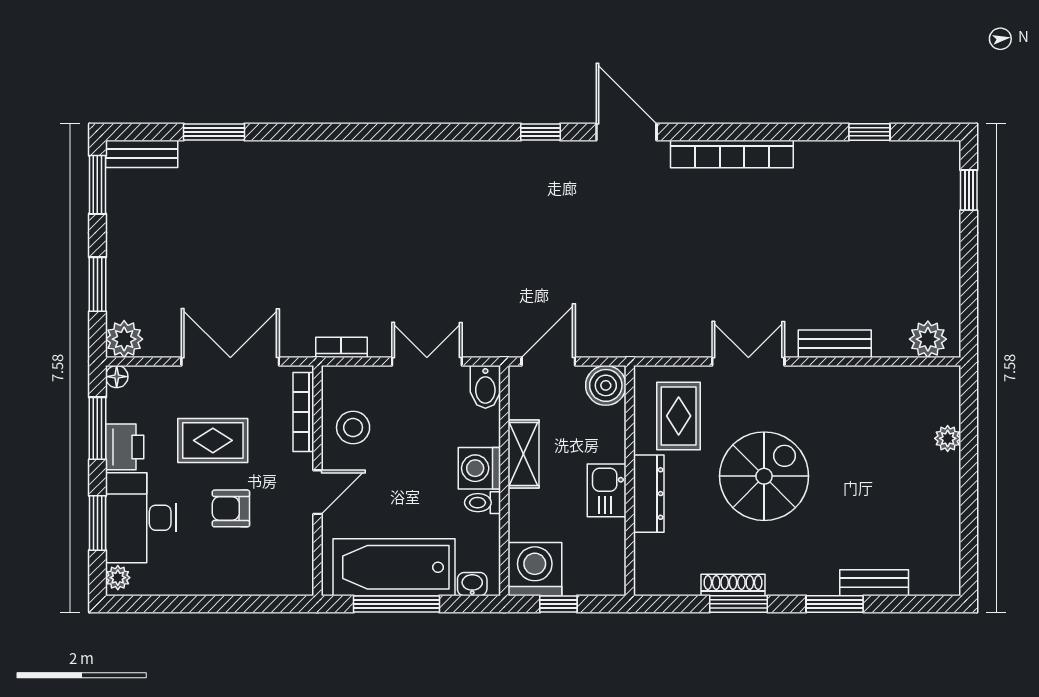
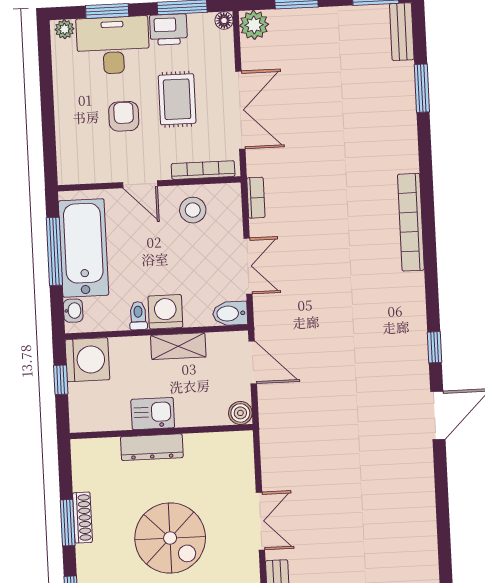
bookcase: (732, 154) -> (411, 222), moved
boiler: (606, 385) -> (240, 413), width x0.73, depth x0.73
rug: (679, 416) -> (215, 468), removed

